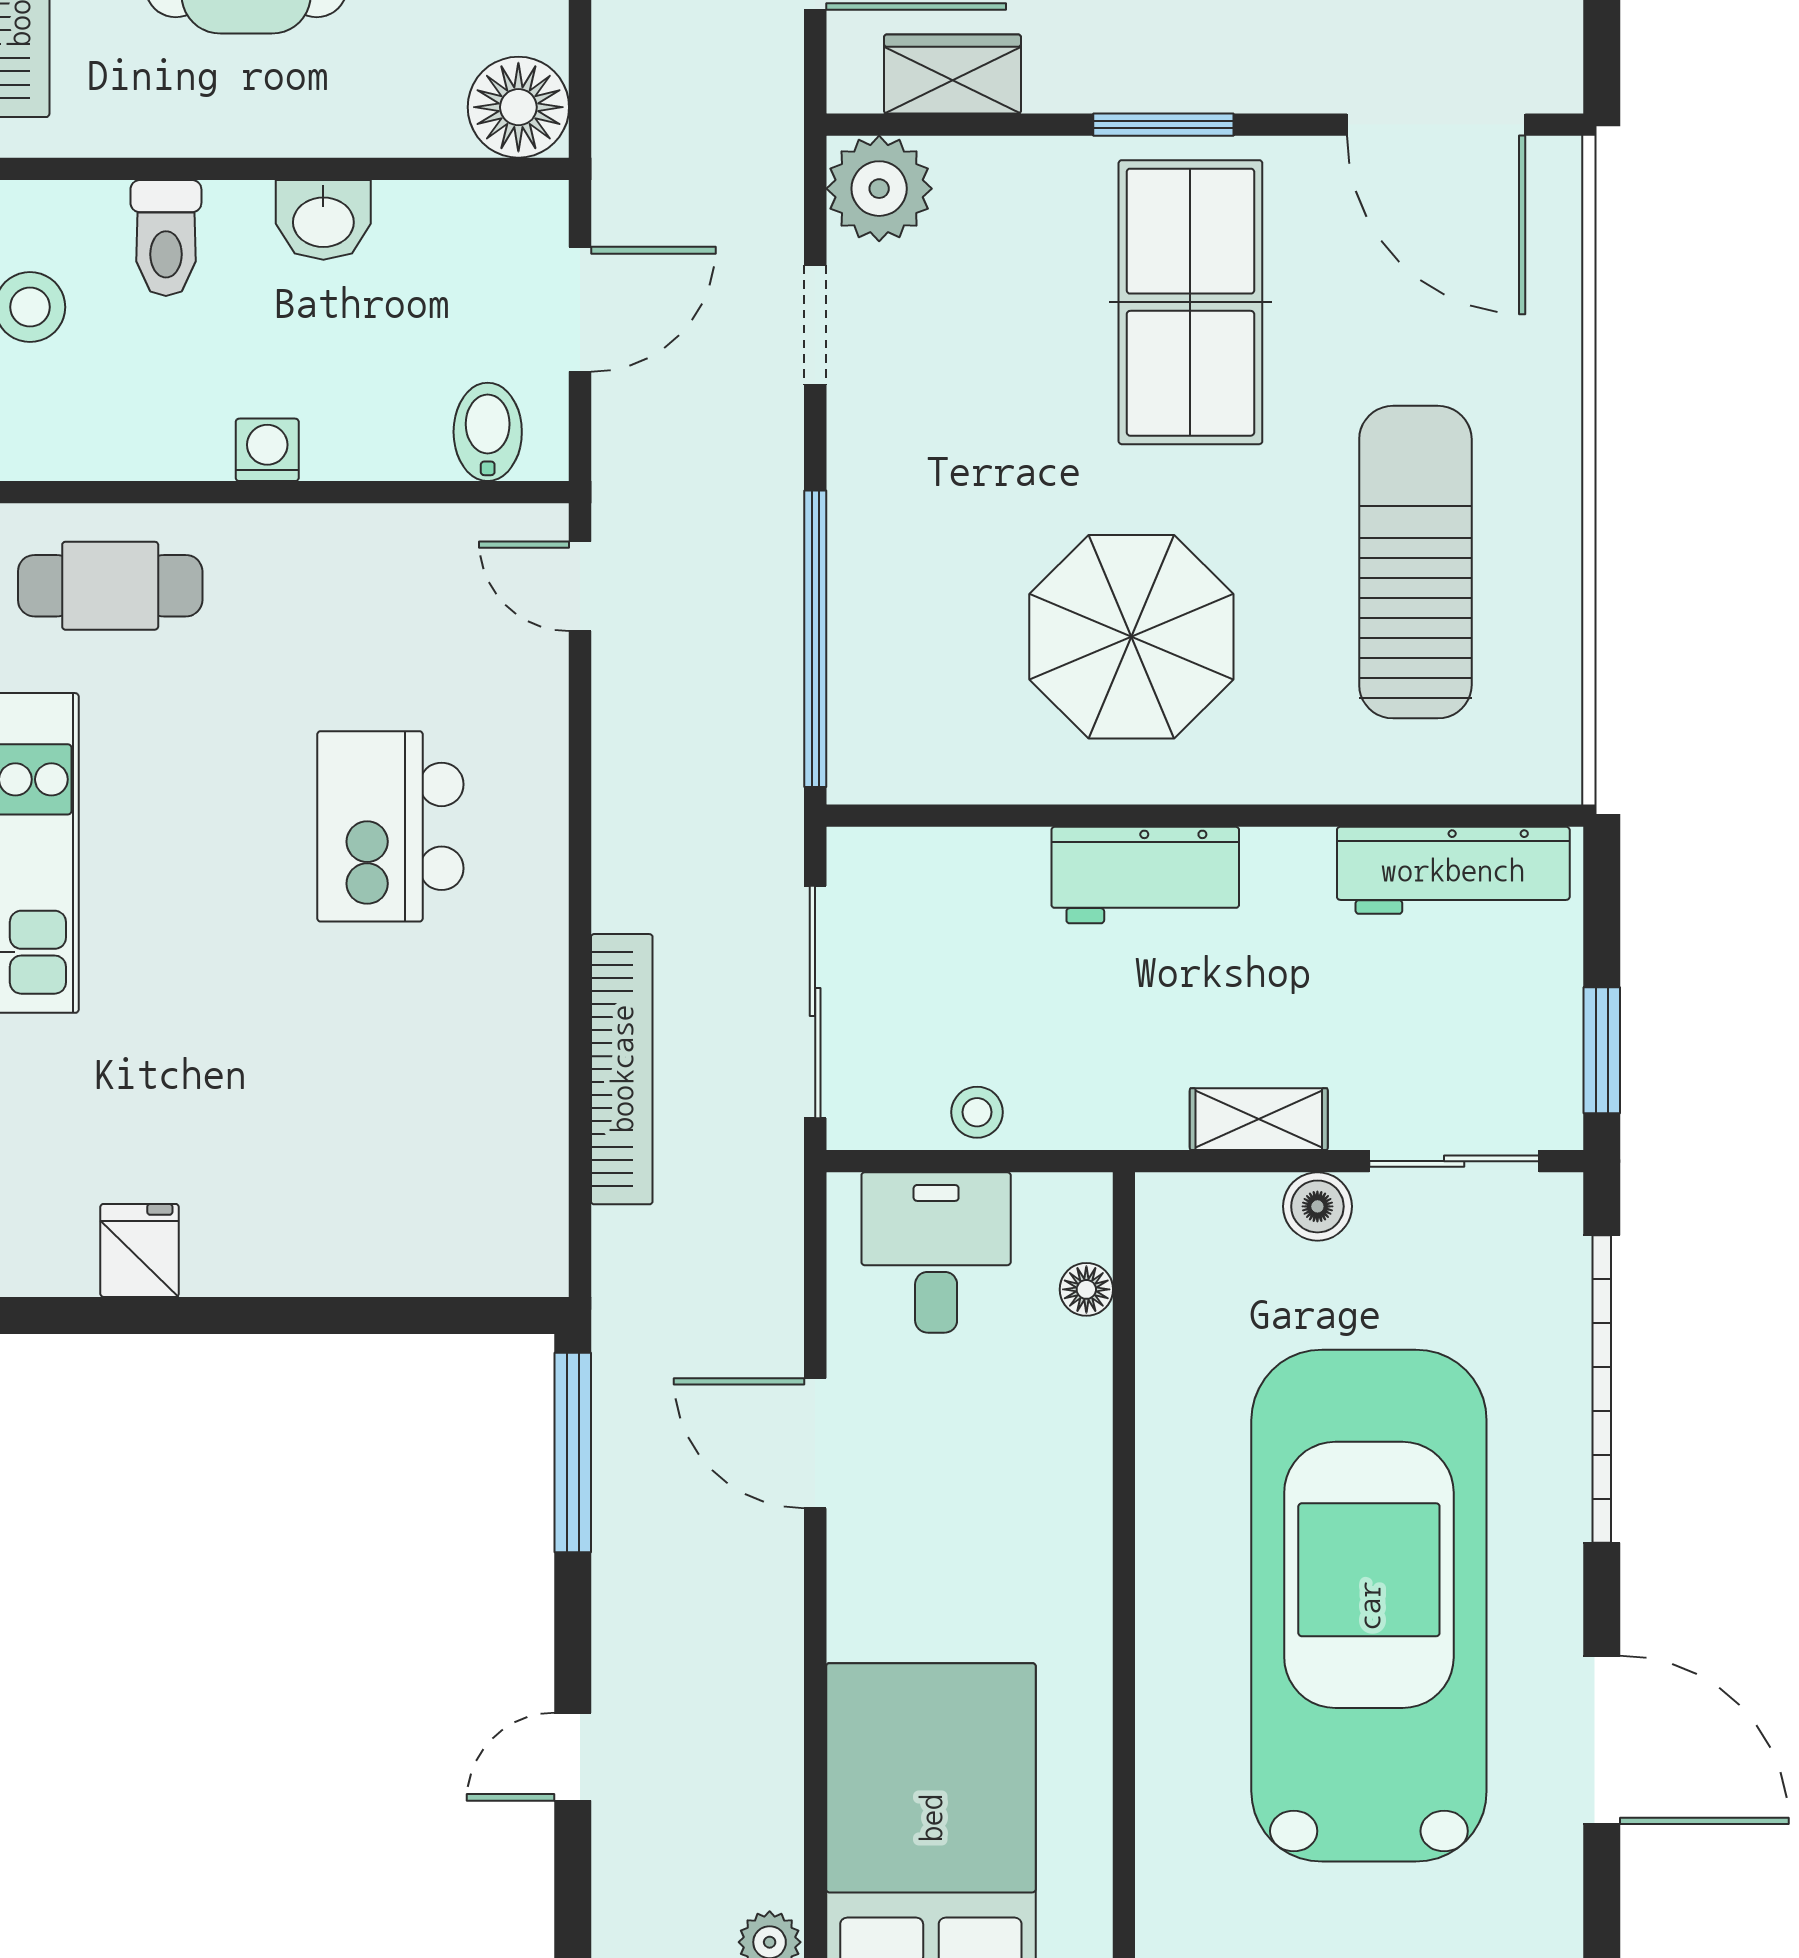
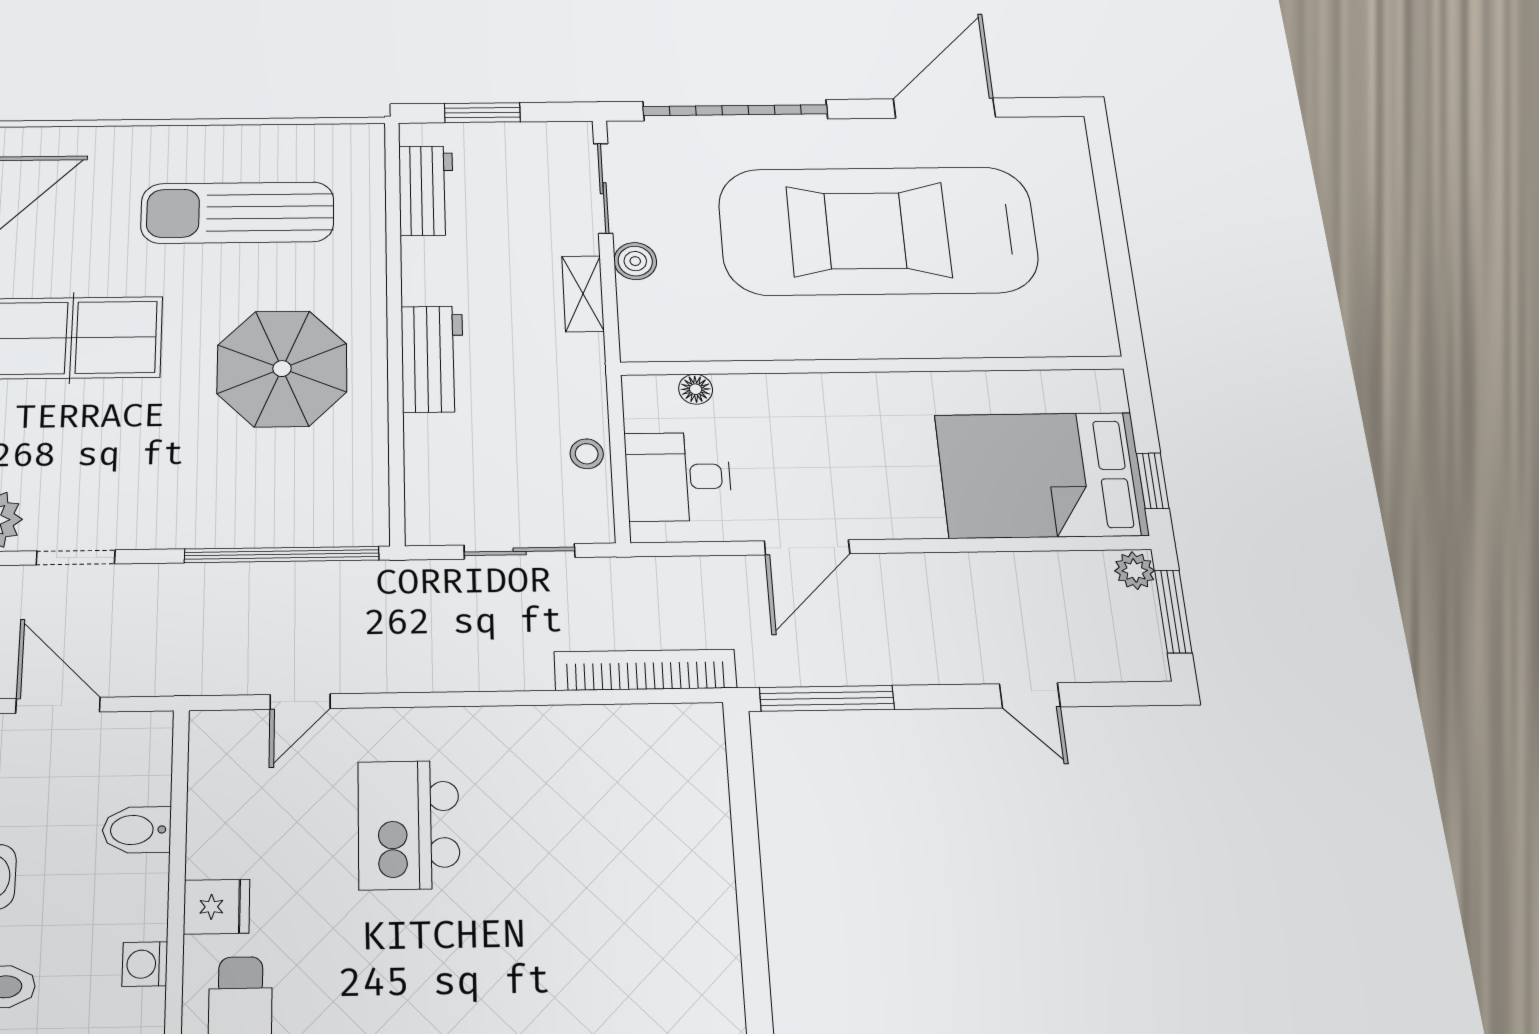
bidet: (488, 432) -> (137, 830), moved
washing machine: (267, 450) -> (145, 964), moved
door: (580, 586) -> (300, 702), moved
kitchen island: (390, 826) -> (409, 825), turned 90
workbench: (1453, 870) -> (426, 191), width x0.73
sliding door: (815, 1002) -> (520, 551), width x0.73
window: (1602, 1050) -> (482, 113), moved
bookcase: (622, 1069) -> (645, 670), moved
fridge: (140, 1250) -> (217, 907), moved, turned 180

